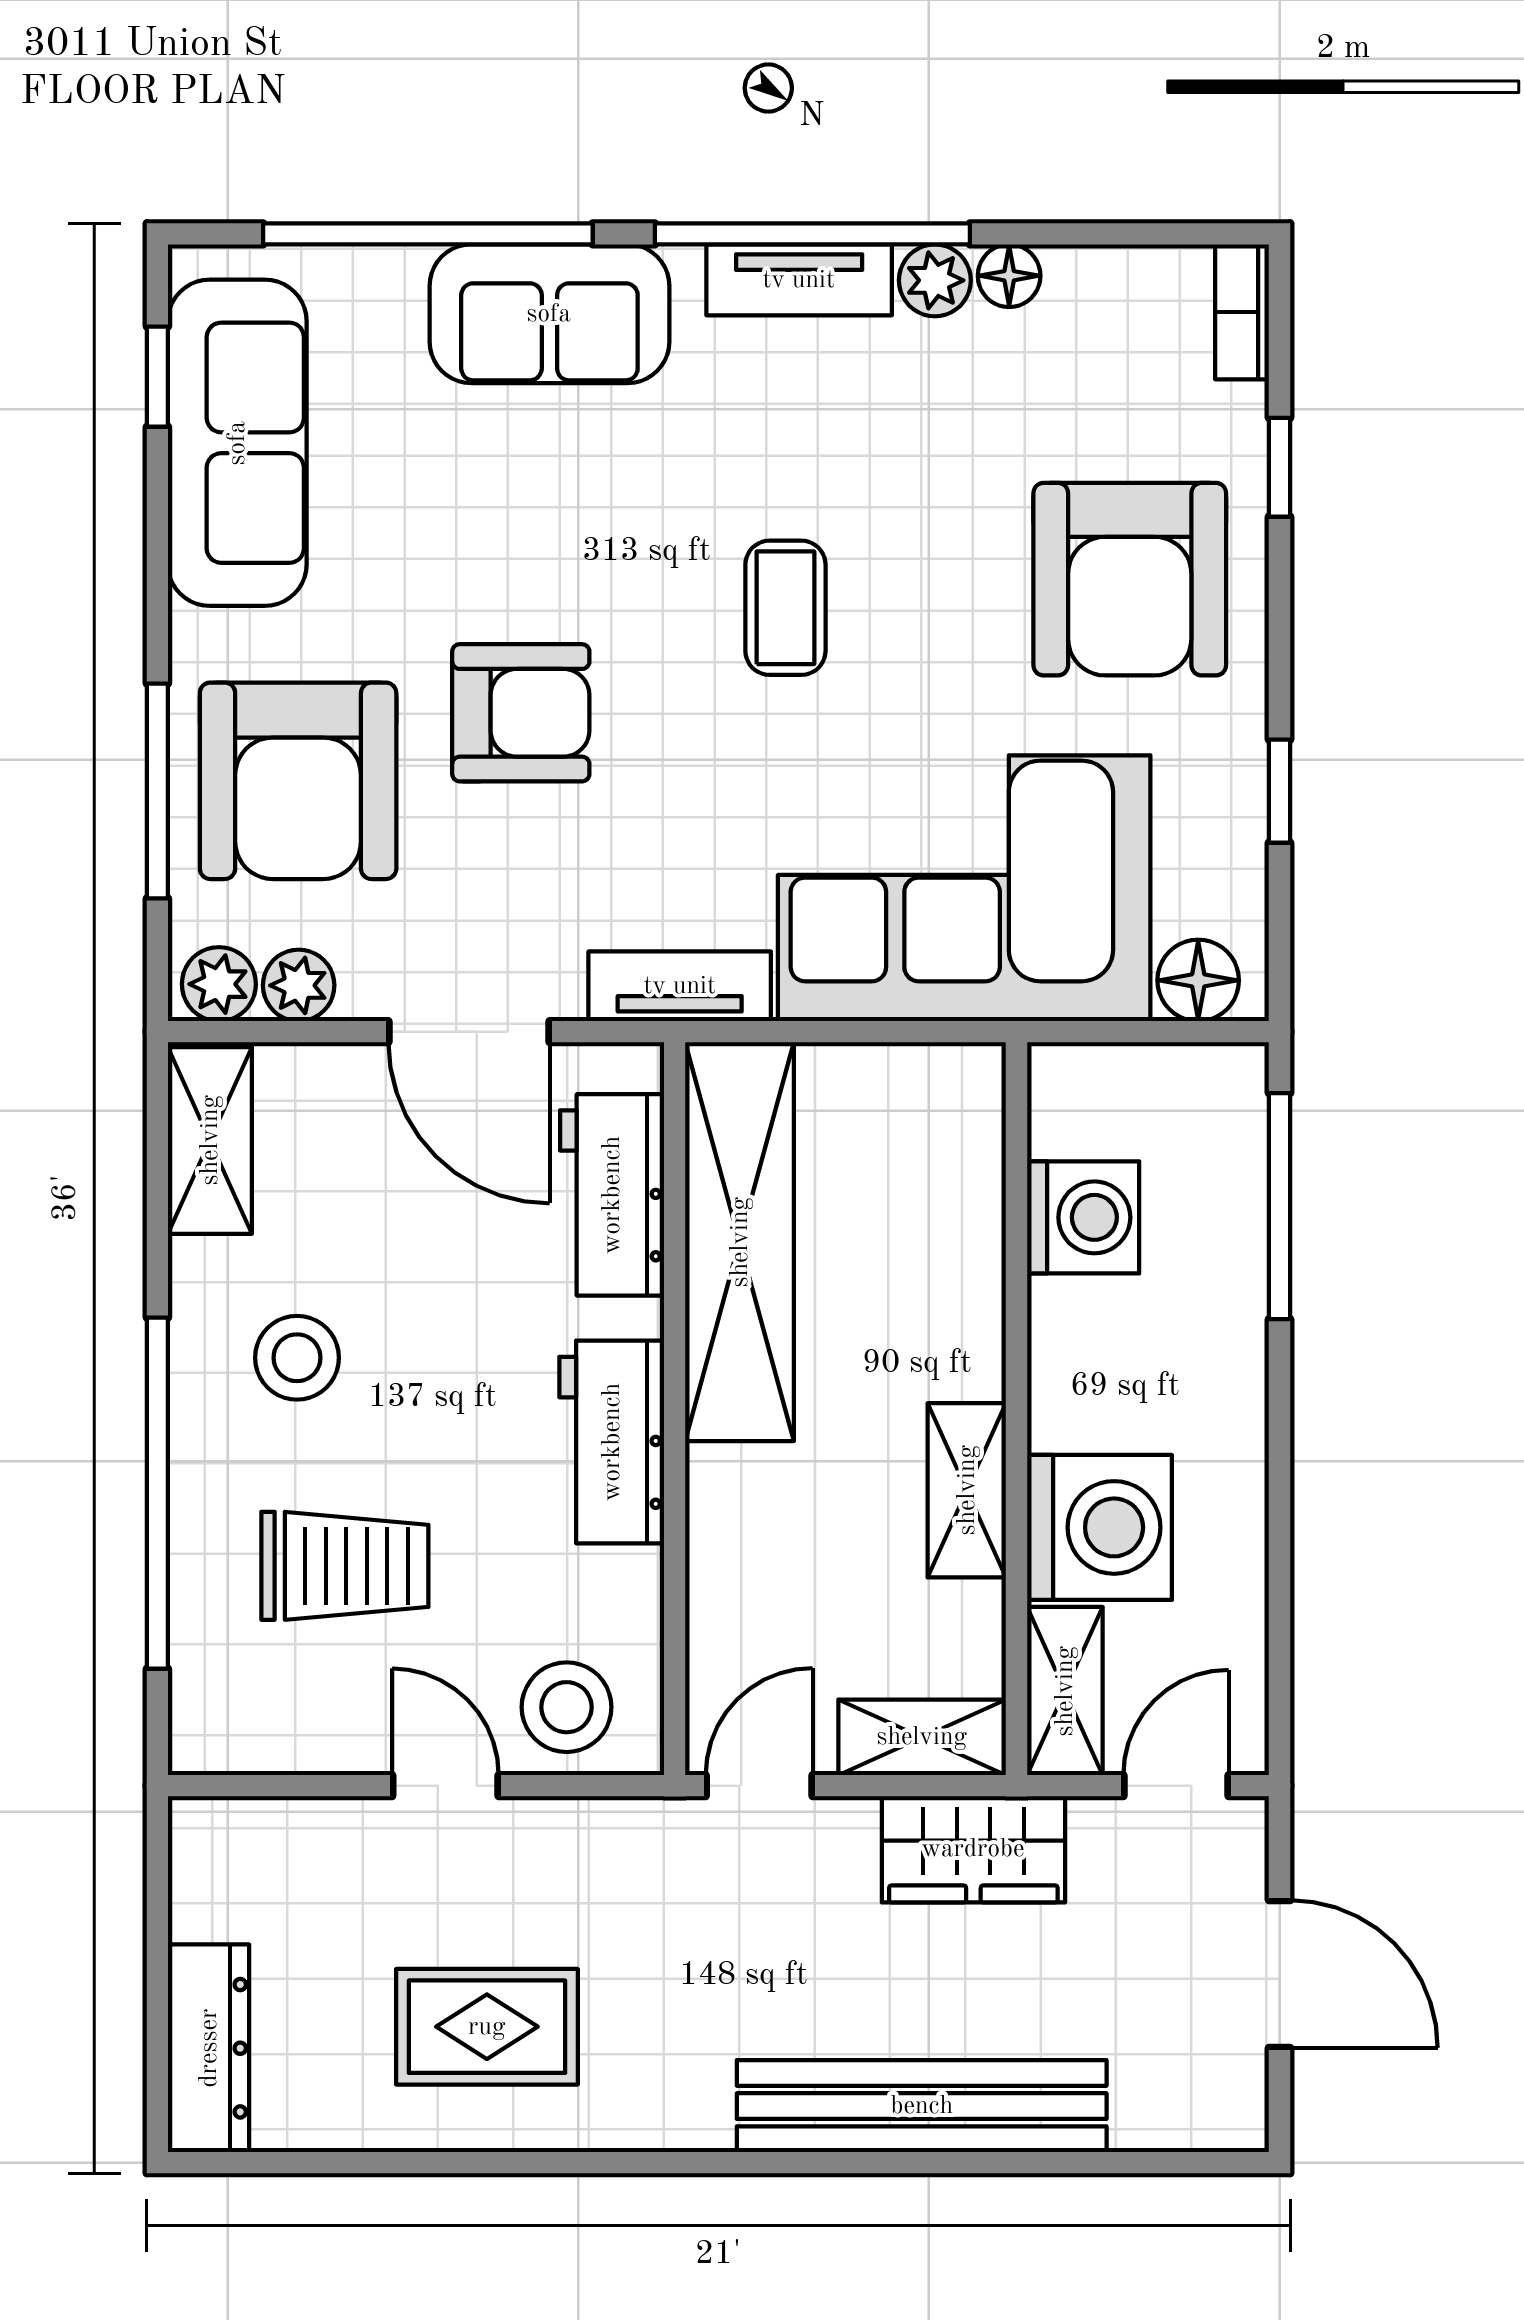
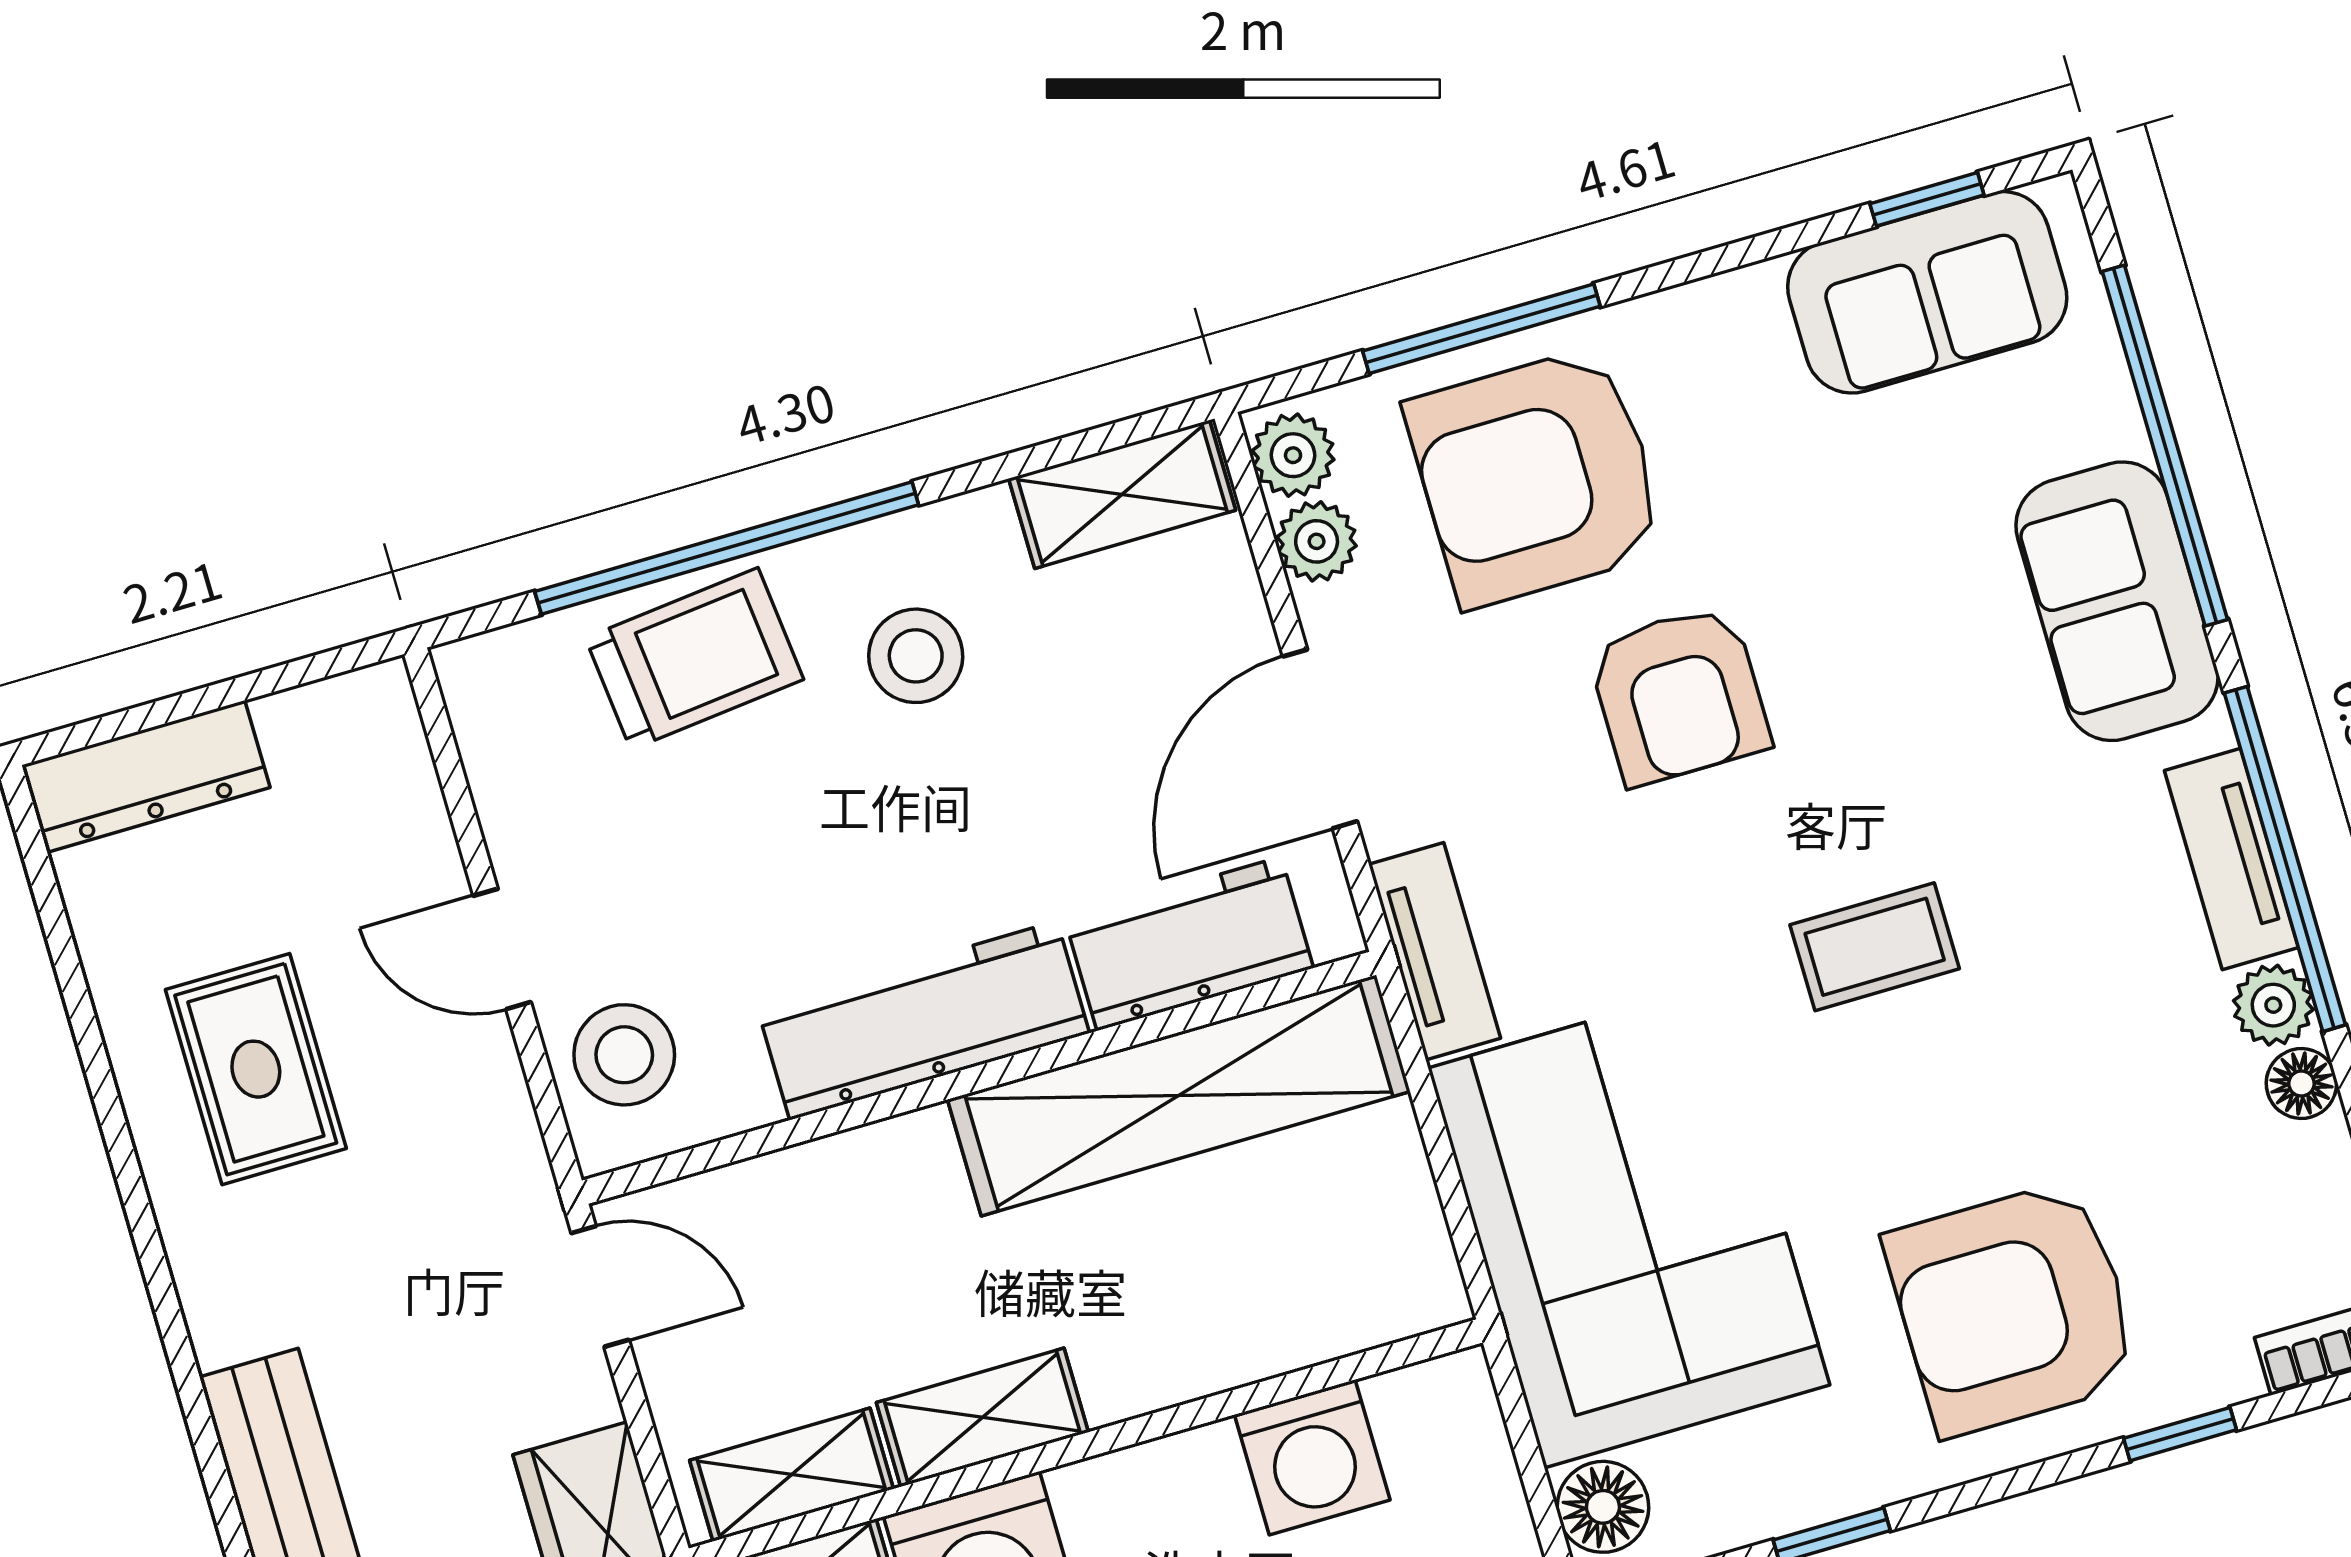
sofa: (237, 443) -> (1927, 292), width x0.73
workbench: (612, 1442) -> (923, 1021), width x1.38
trolley: (345, 1566) -> (694, 659), moved, turned -96
shelving: (922, 1737) -> (791, 1475), moved, turned 90
door: (445, 1786) -> (502, 949), swing flipped

